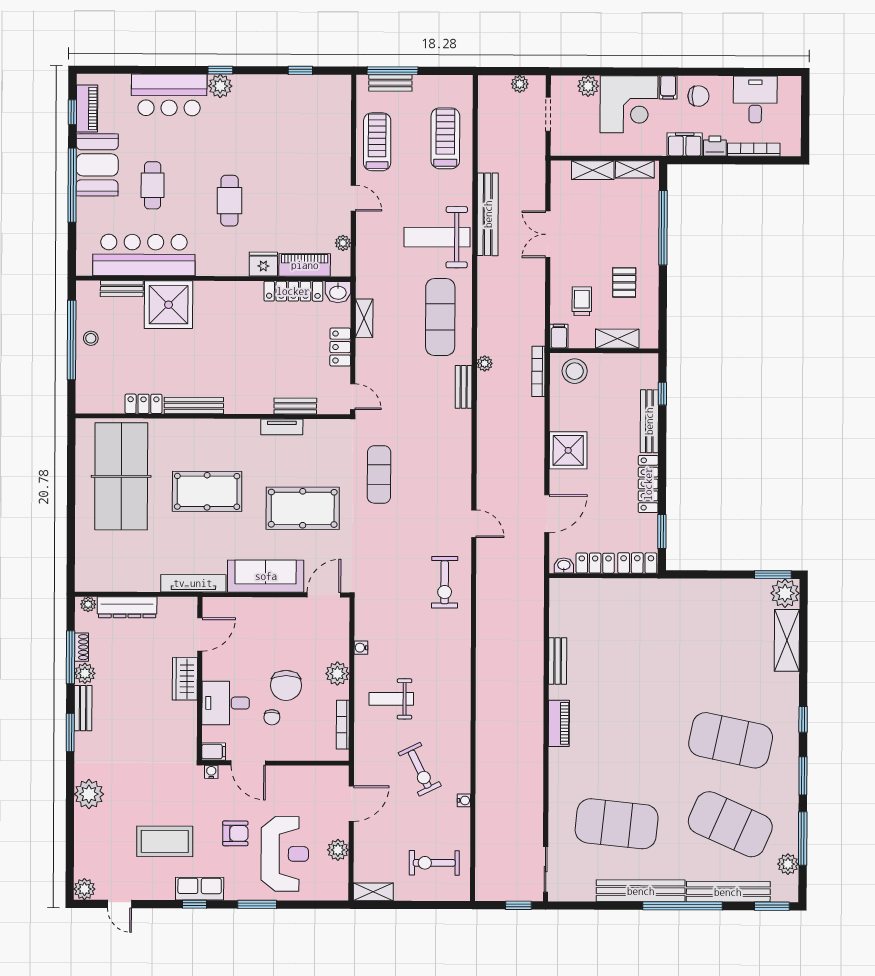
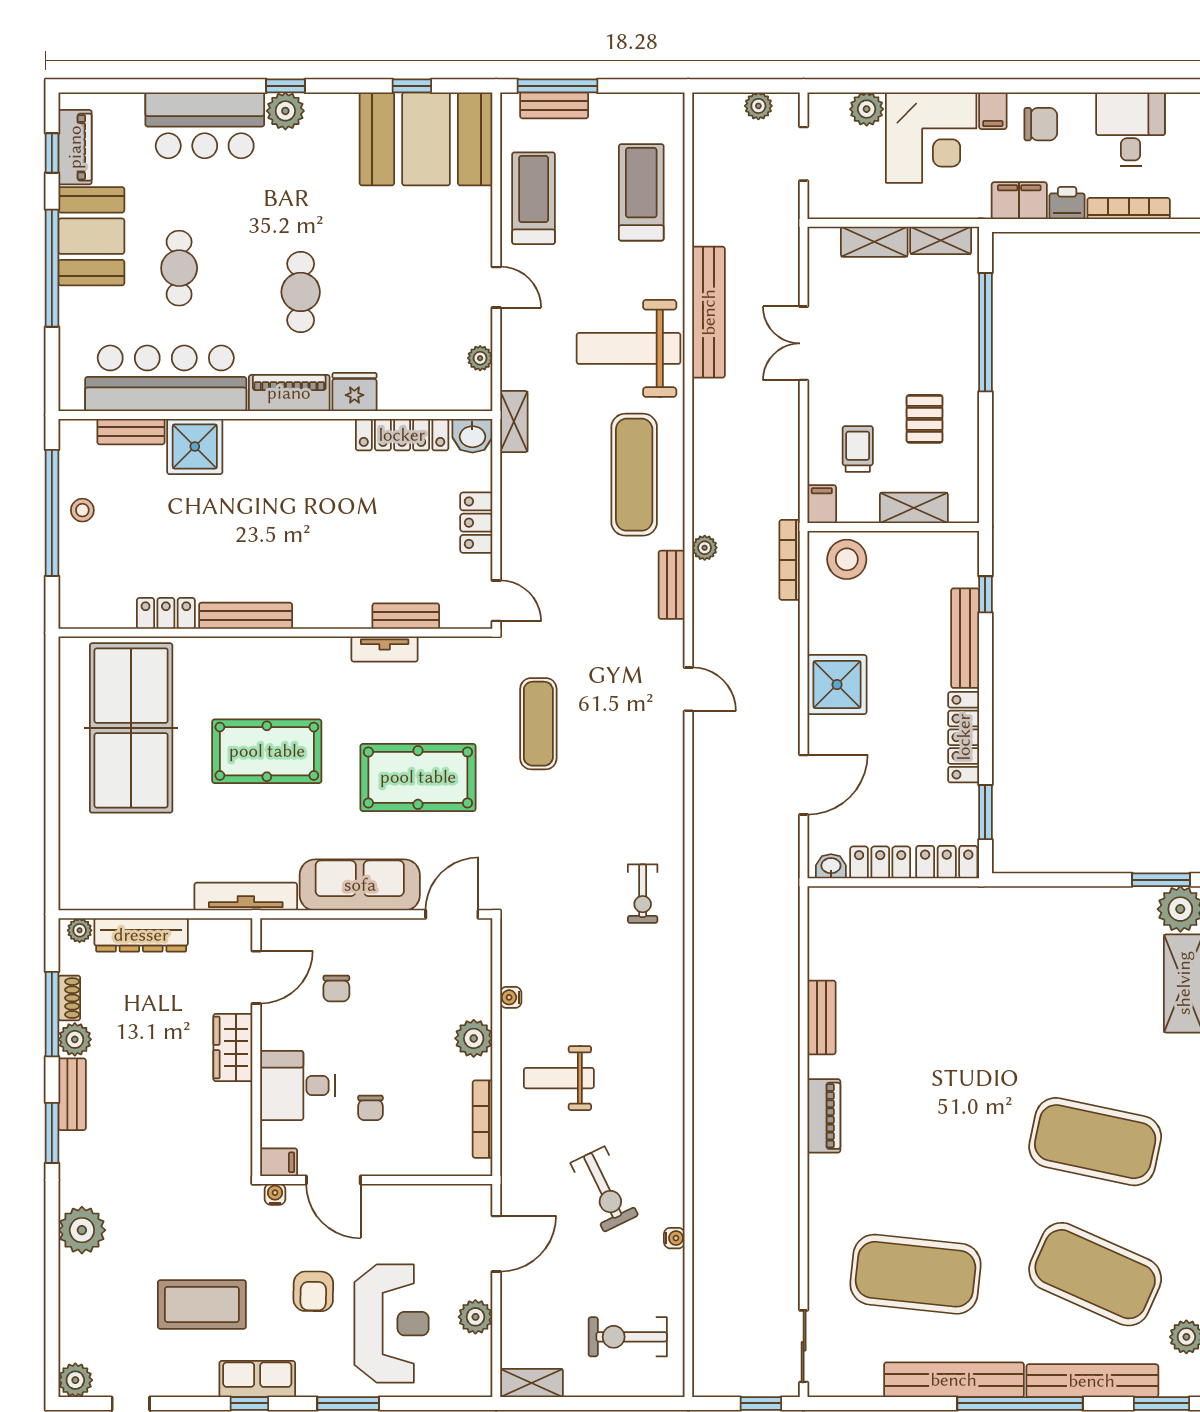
booth: (309, 104) -> (426, 139), added
piano: (305, 265) -> (289, 393), moved
shower: (169, 305) -> (195, 446), width x0.73, depth x0.73
shelving: (364, 318) -> (514, 422), moved
door: (474, 524) -> (688, 689), moved
exercise bike: (445, 582) -> (643, 894), width x0.73, depth x0.72
chair: (286, 685) -> (336, 988), moved, width x0.54, depth x0.54
armchair: (235, 833) -> (313, 1291), turned 91

